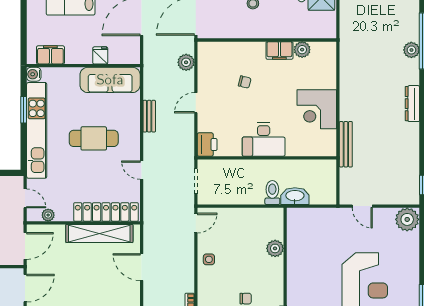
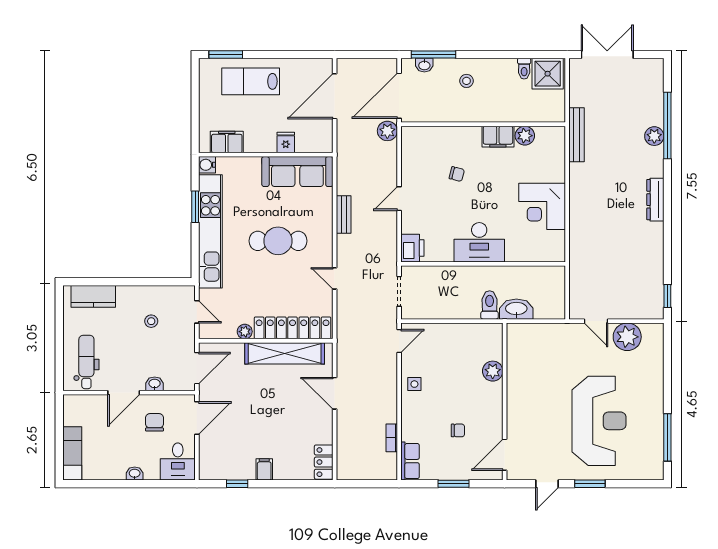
plant: (186, 62) -> (387, 131), moved
bench: (346, 144) -> (577, 135), moved
plant: (48, 215) -> (245, 332), moved
plant: (407, 219) -> (627, 337), moved

